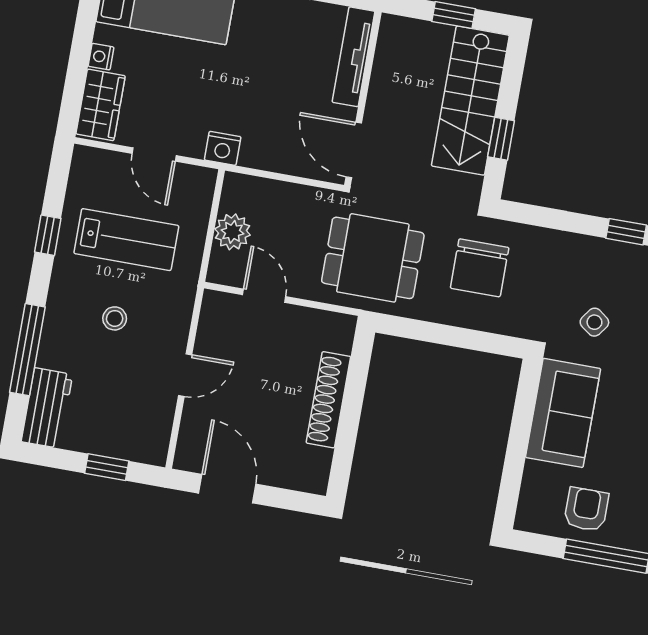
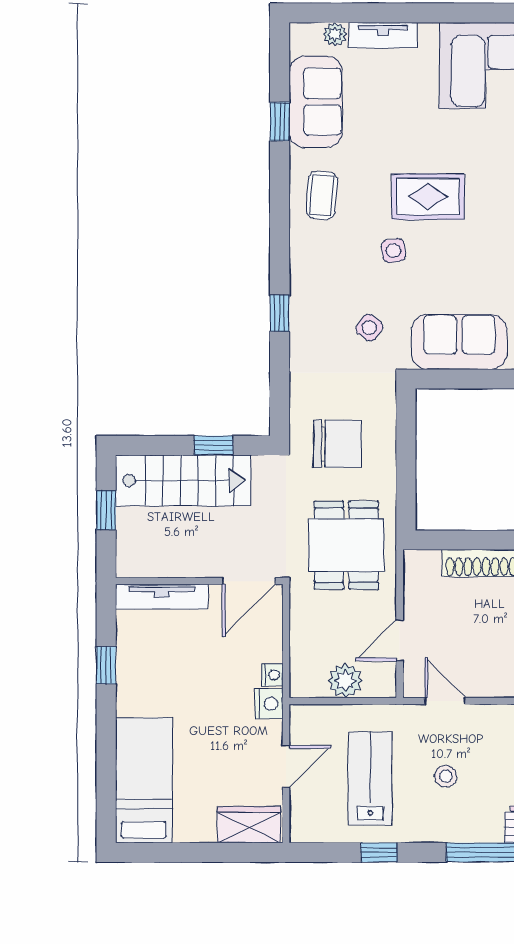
nightstand: (101, 57) -> (272, 675), moved, turned -90
door: (185, 375) -> (445, 701), moved

